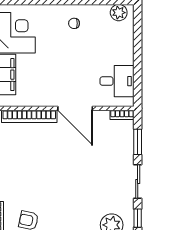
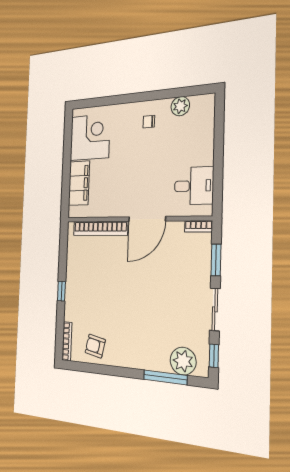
plant: (119, 13) -> (180, 106), moved
door: (75, 108) -> (147, 219), hinge flipped

